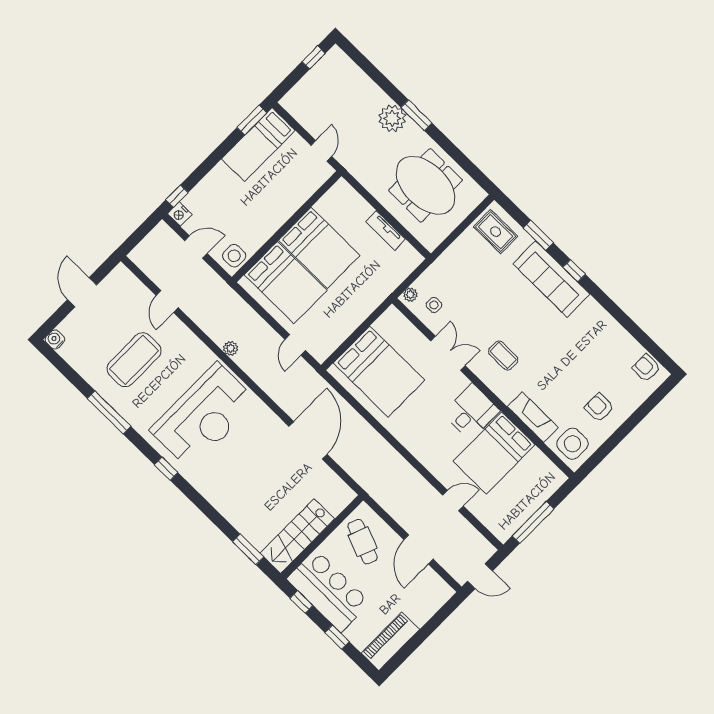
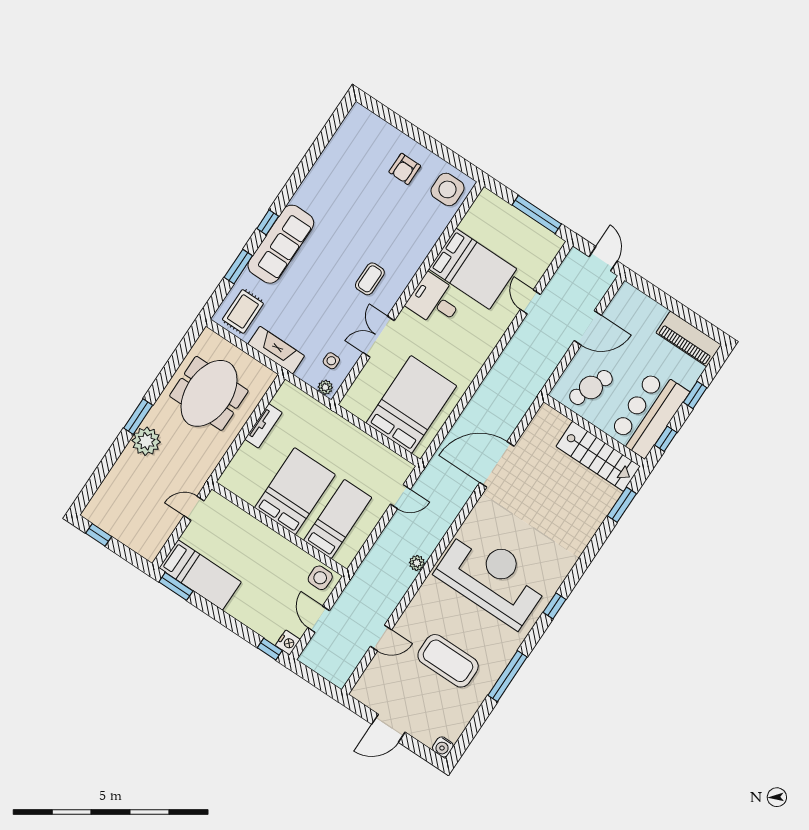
bed: (286, 283) -> (338, 519), width x0.67
armchair: (646, 368) -> (354, 128), removed
fireplace: (533, 417) -> (276, 350), moved, turned 90

